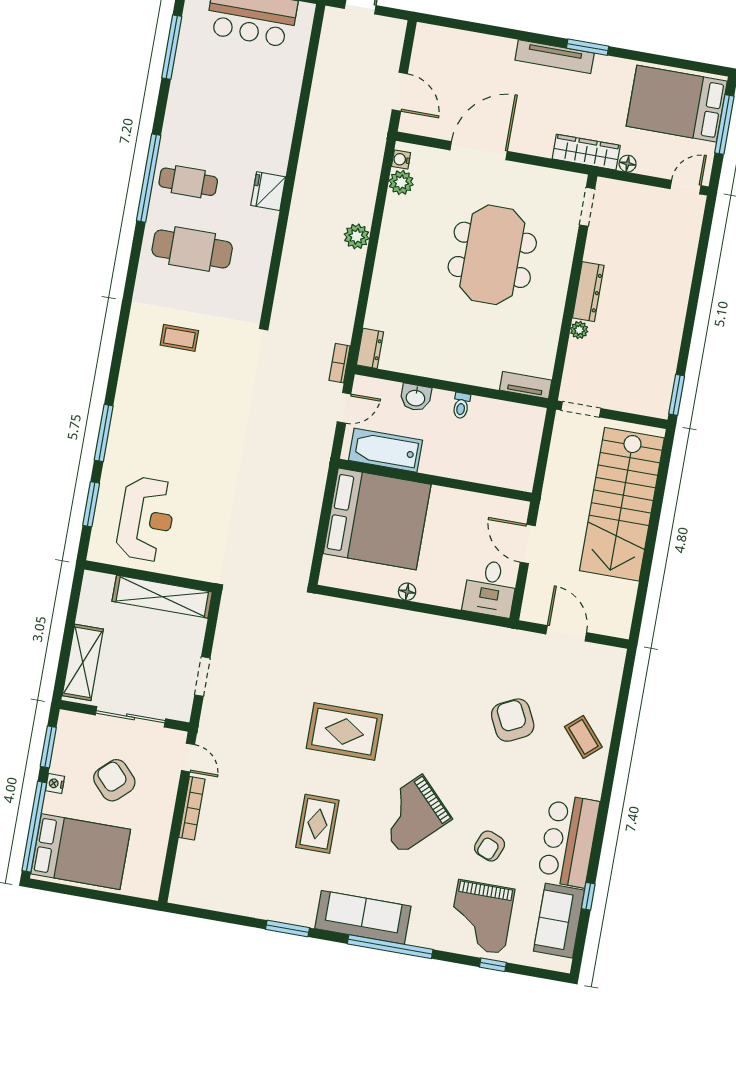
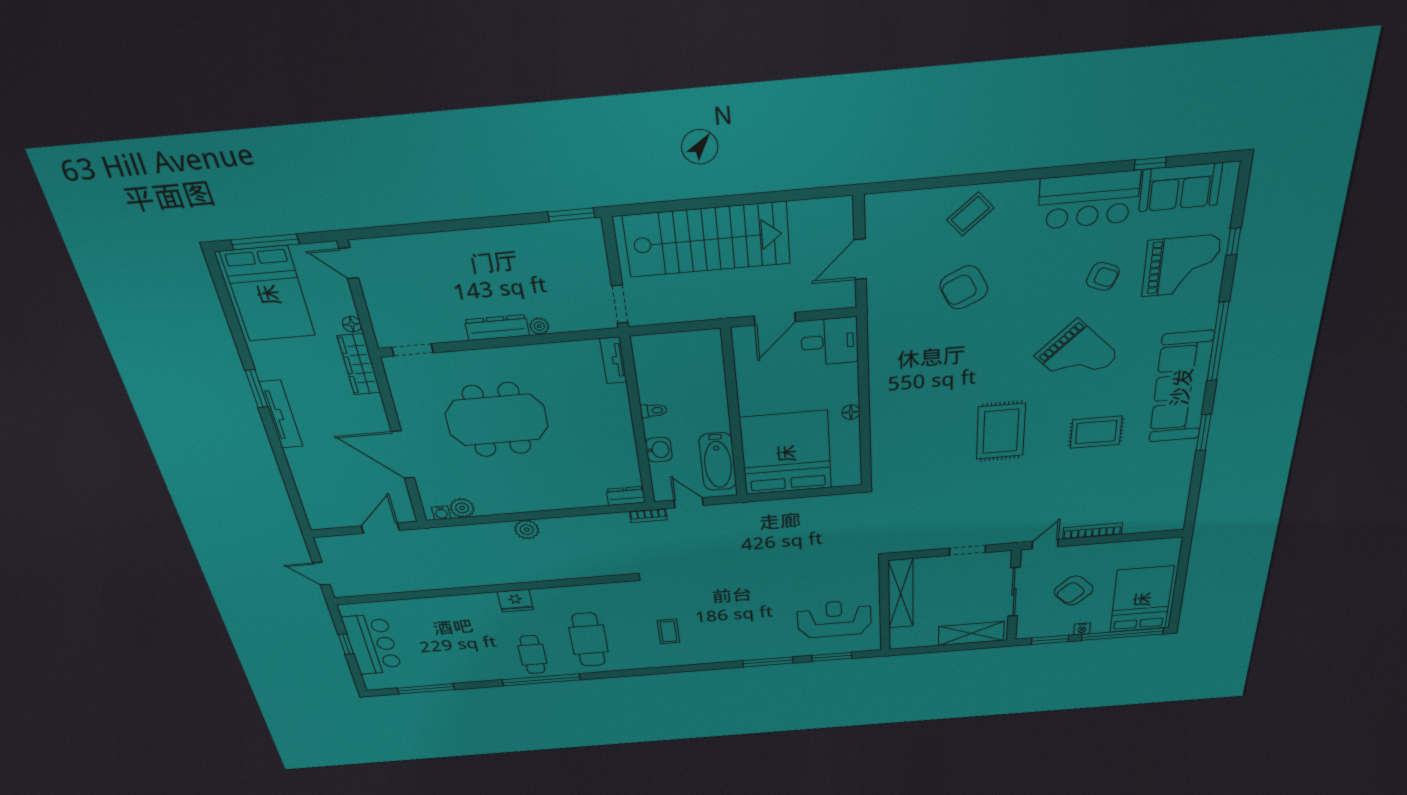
sofa: (363, 917) -> (1181, 387), width x1.36, depth x1.27

